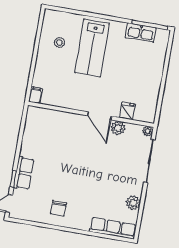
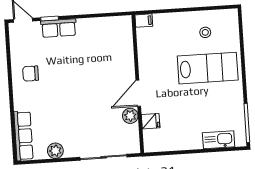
kitchen sink: (141, 33) -> (219, 140), moved, turned 90
lab bench: (92, 48) -> (208, 68), turned 180
plant: (148, 131) -> (134, 148), removed

